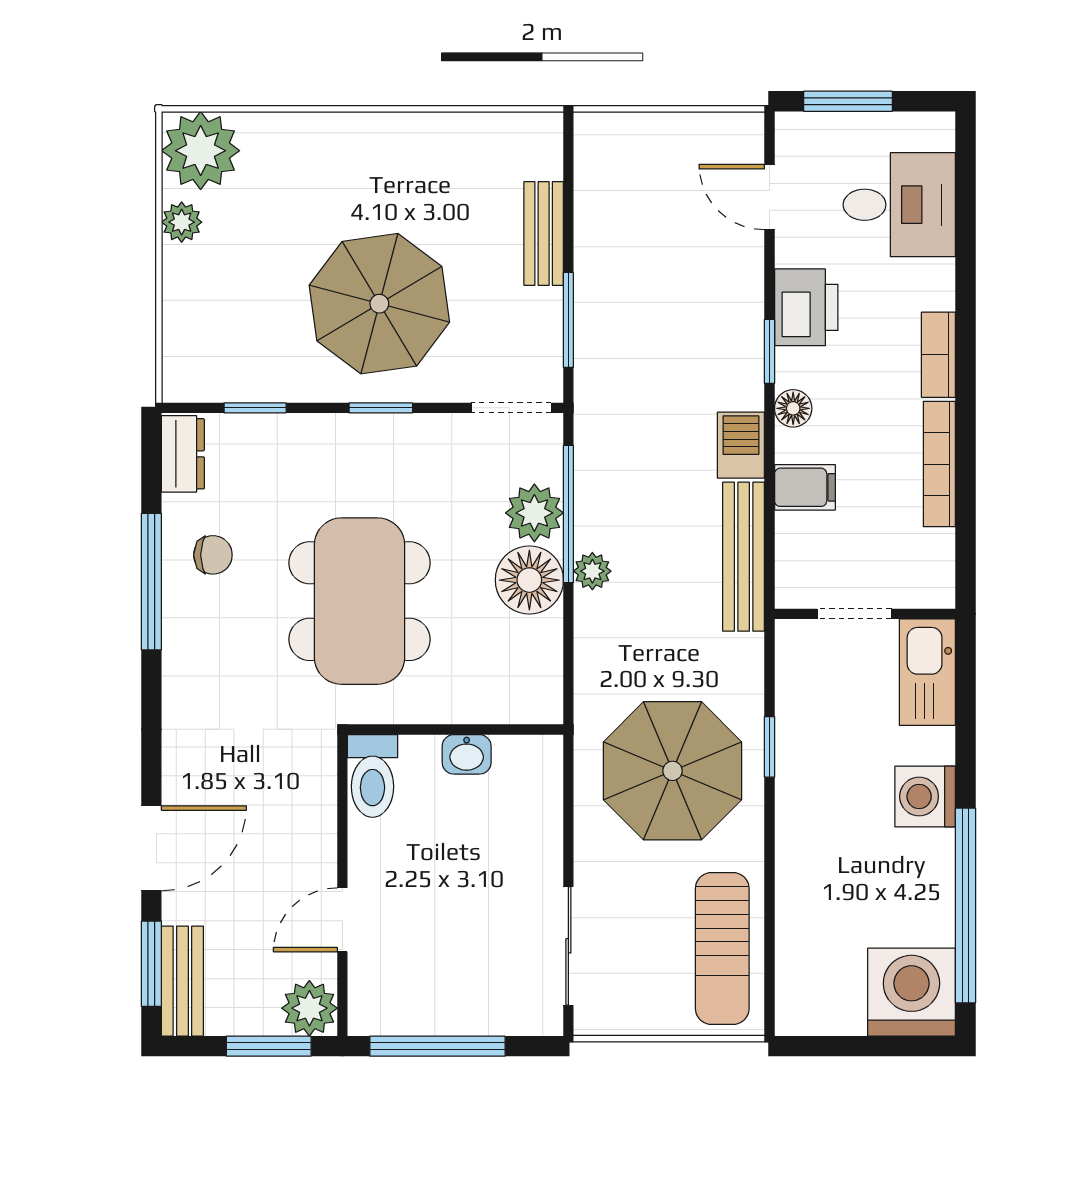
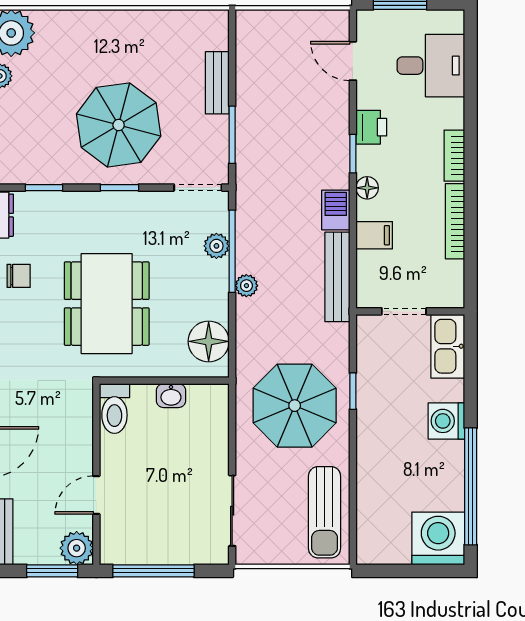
printer: (806, 307) -> (371, 127), width x0.73, depth x0.81
plant: (534, 513) -> (216, 246), width x0.73, depth x0.73
floor lamp: (529, 580) -> (209, 341), moved

